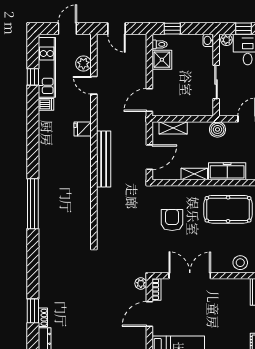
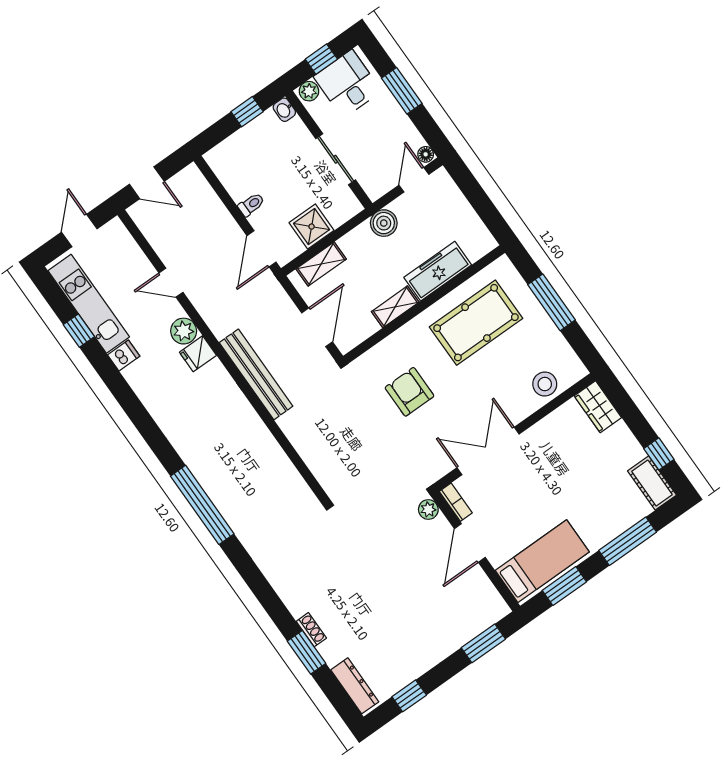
window: (172, 29) -> (247, 112), moved
toilet: (160, 44) -> (251, 205), moved
shower: (162, 60) -> (312, 227), moved
plant: (83, 64) -> (184, 331), moved
shoe rack: (43, 317) -> (311, 630), moved

